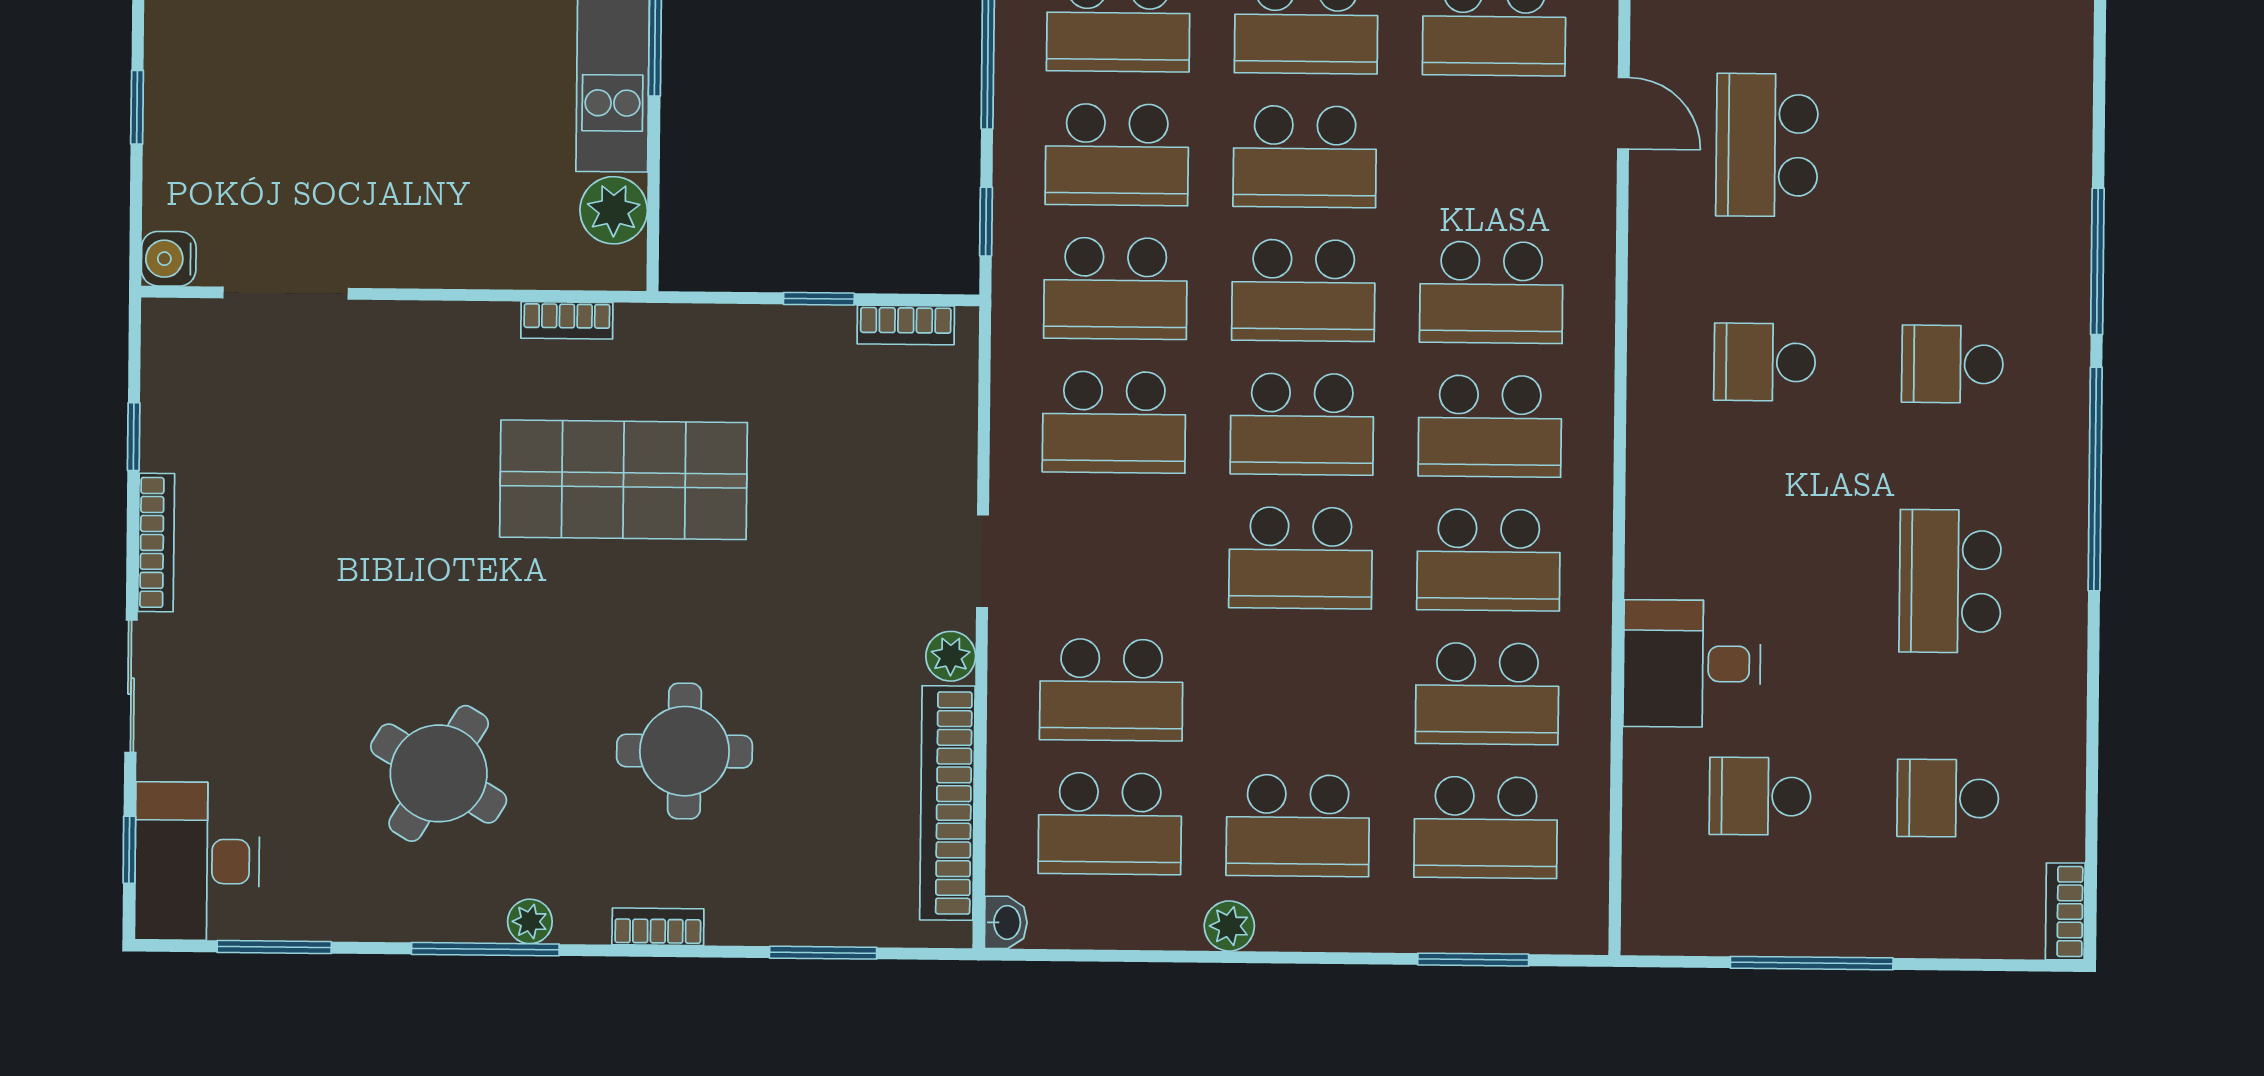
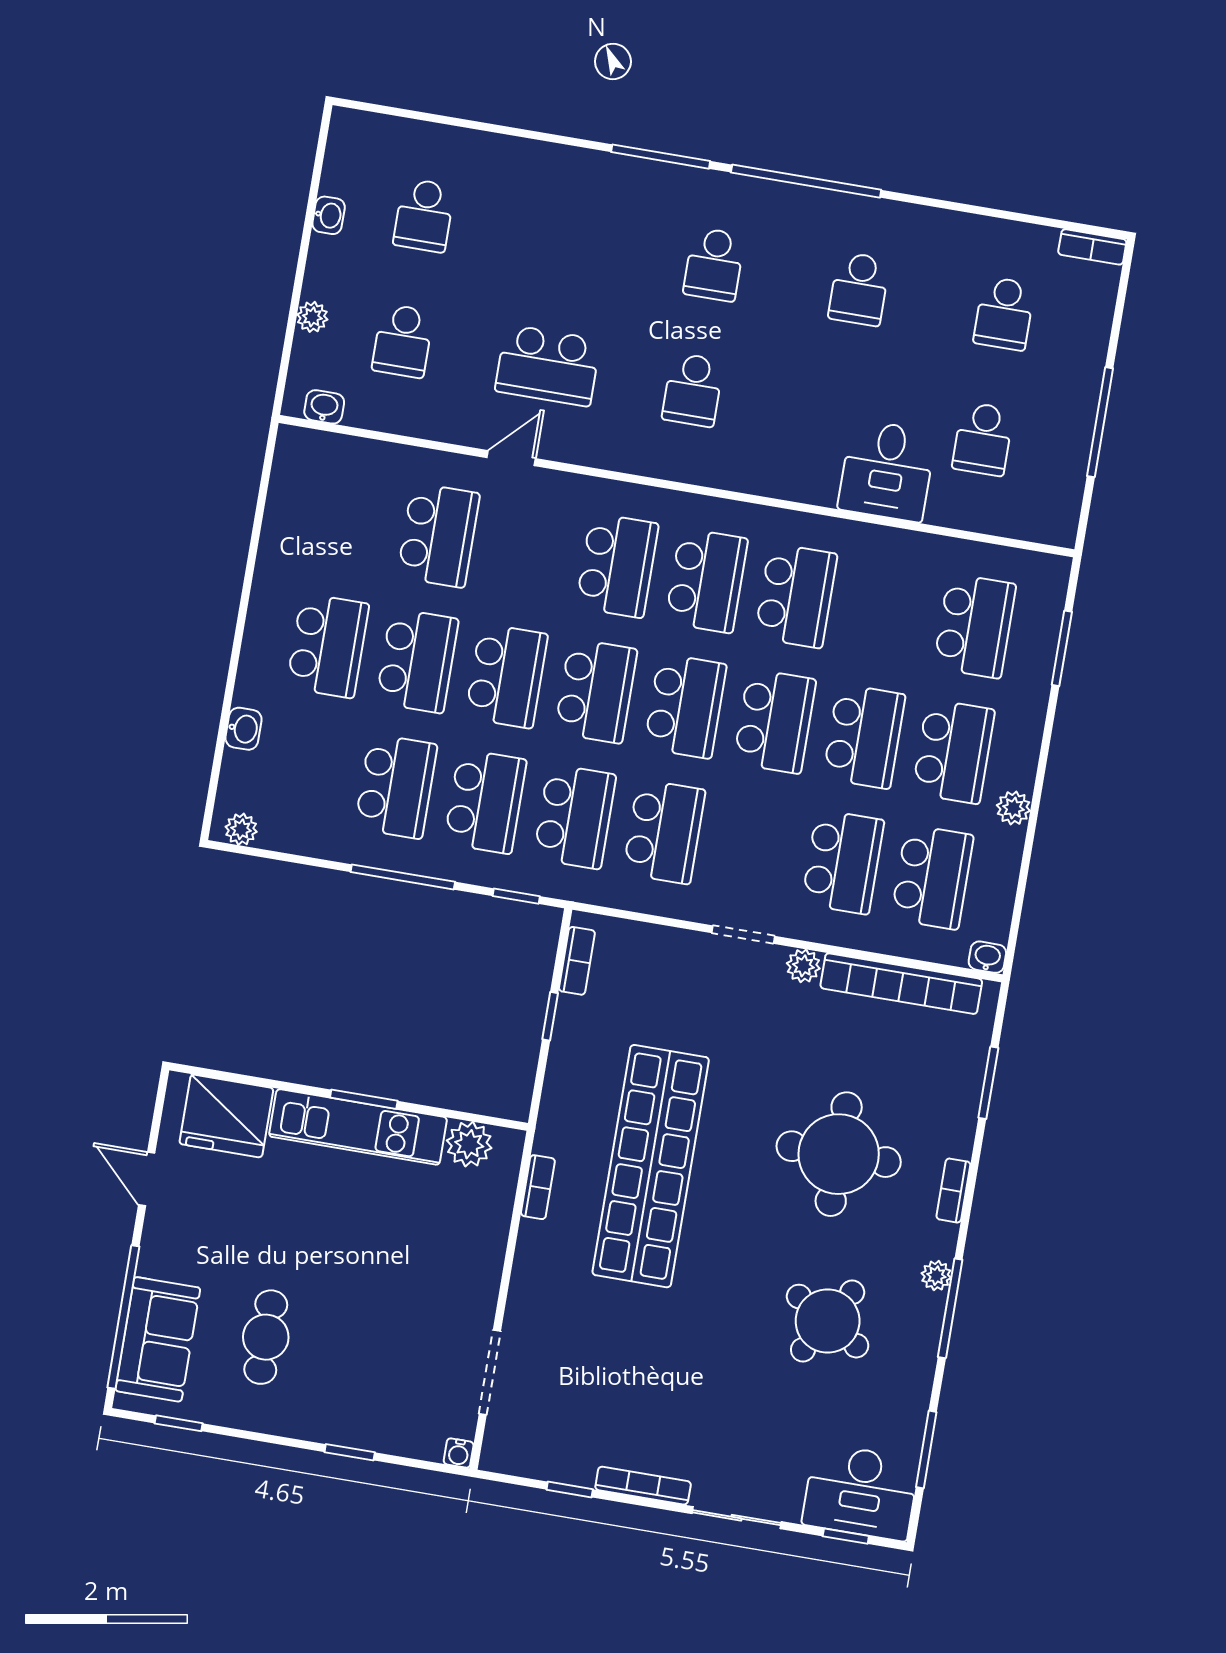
water cooler: (169, 259) -> (459, 1453), width x0.72, depth x0.72
shop shelf: (624, 480) -> (651, 1166), width x1.40
school desk: (1950, 581) -> (859, 289), width x0.54
school desk: (1487, 694) -> (864, 736), moved
round table: (684, 751) -> (839, 1154), width x1.36, depth x1.36

